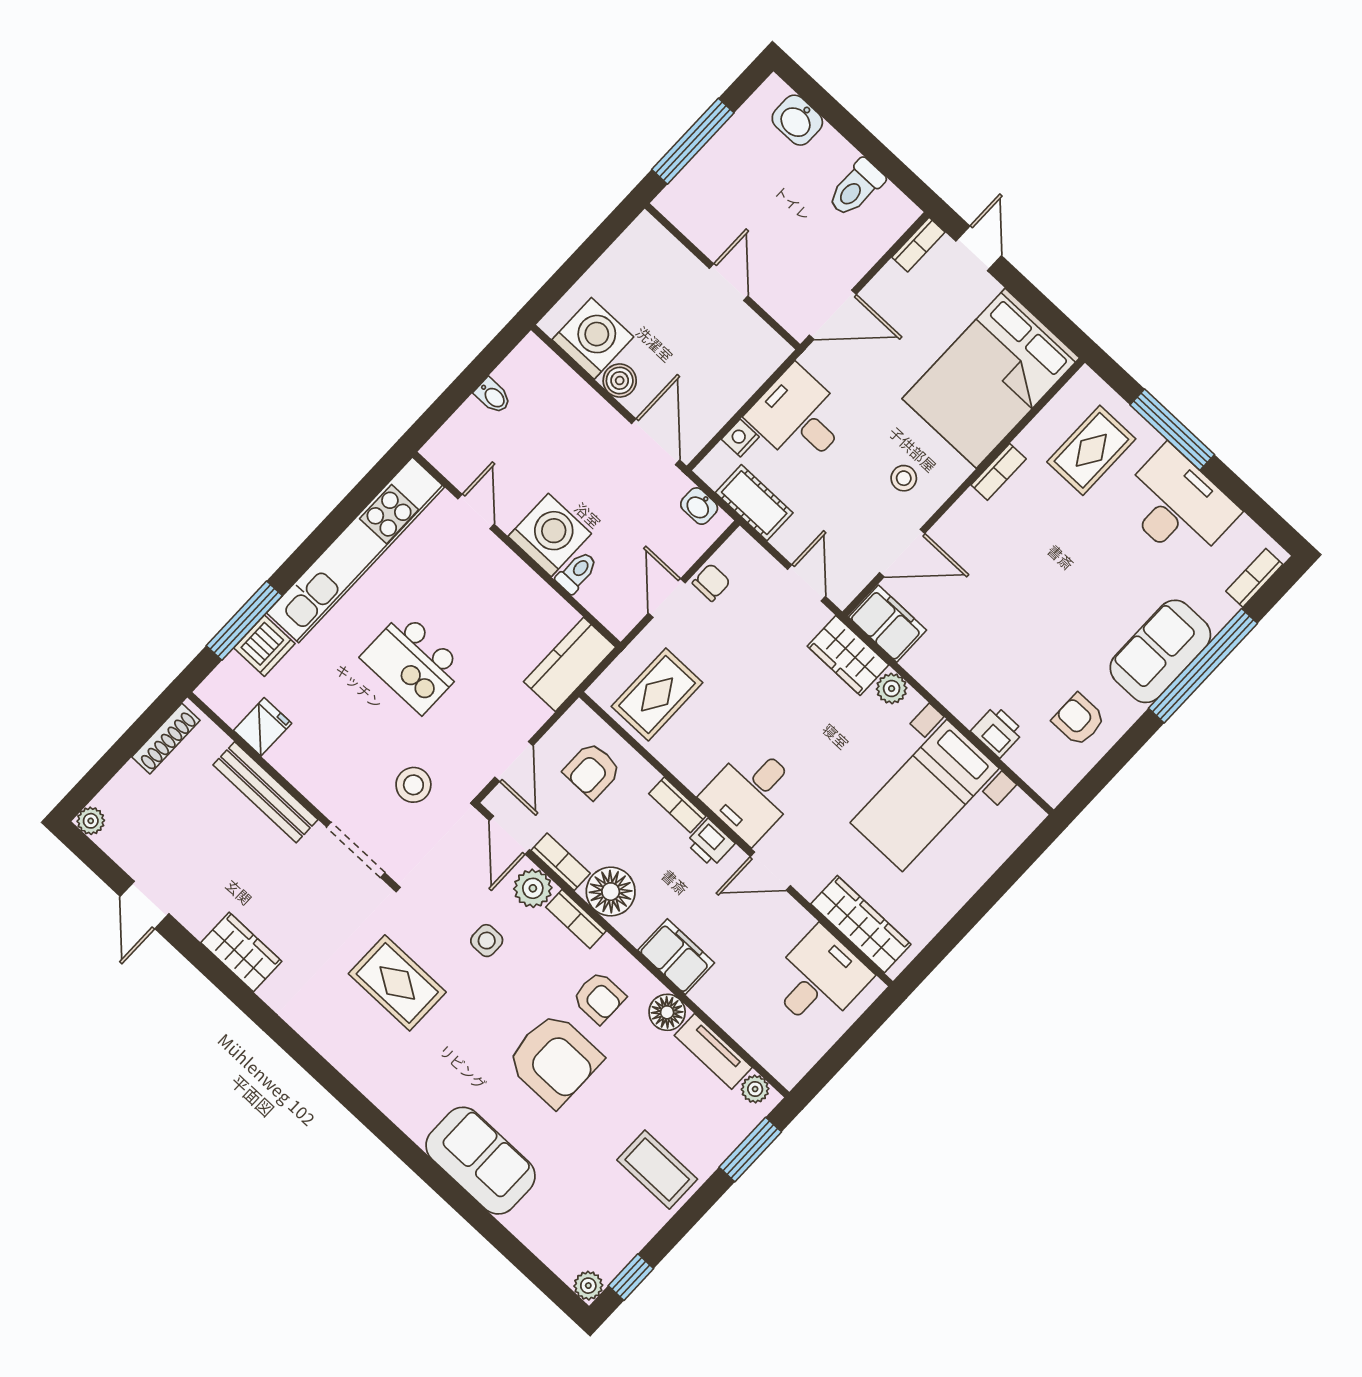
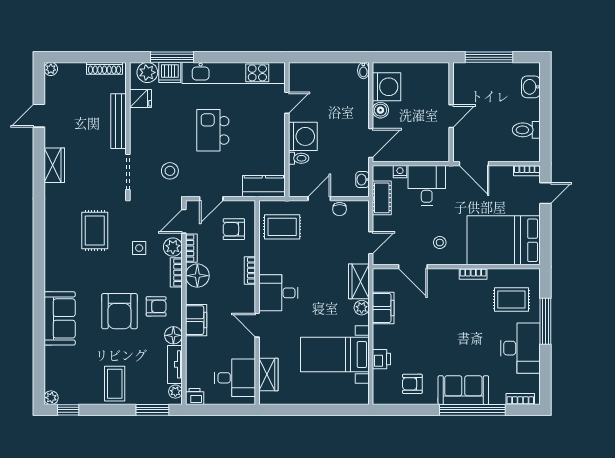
bidet: (493, 396) -> (363, 71), moved
chair: (711, 582) -> (340, 209), turned 90
filing cabinet: (888, 624) -> (383, 308), moved
plant: (233, 680) -> (147, 72), added
armchair: (1079, 720) -> (412, 384), turned -90
printer: (710, 843) -> (195, 396), moved, turned 90
wardrobe: (861, 924) -> (268, 375), width x0.67
armchair: (599, 998) -> (156, 306), turned -90

